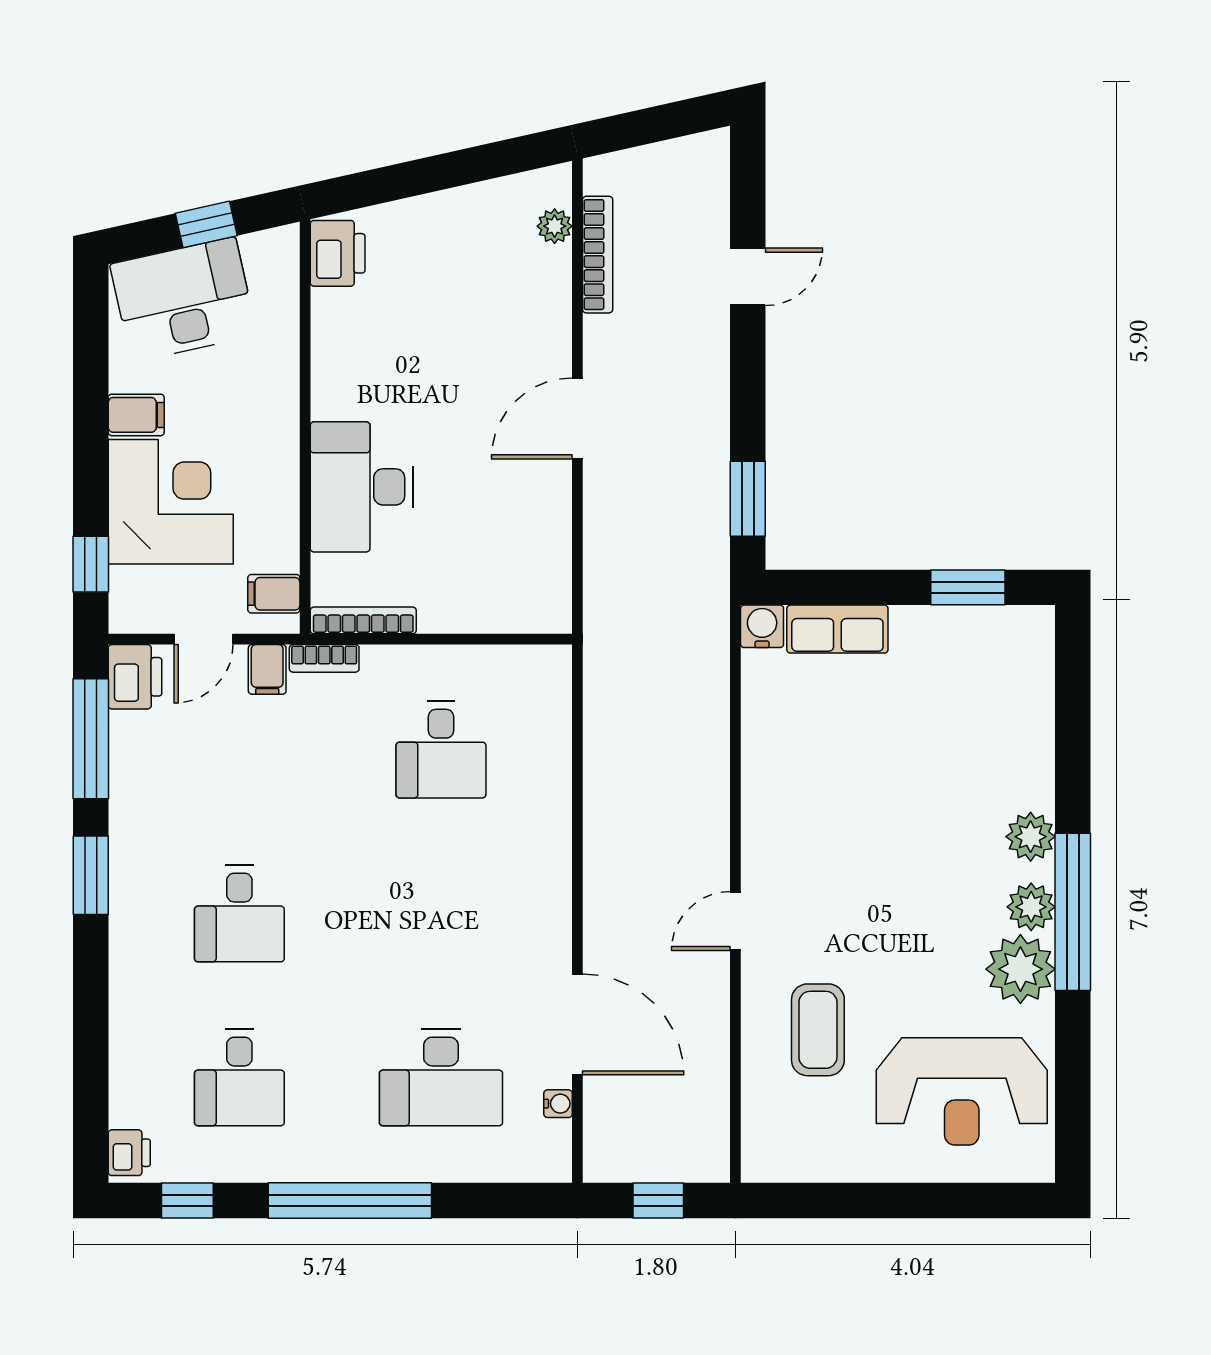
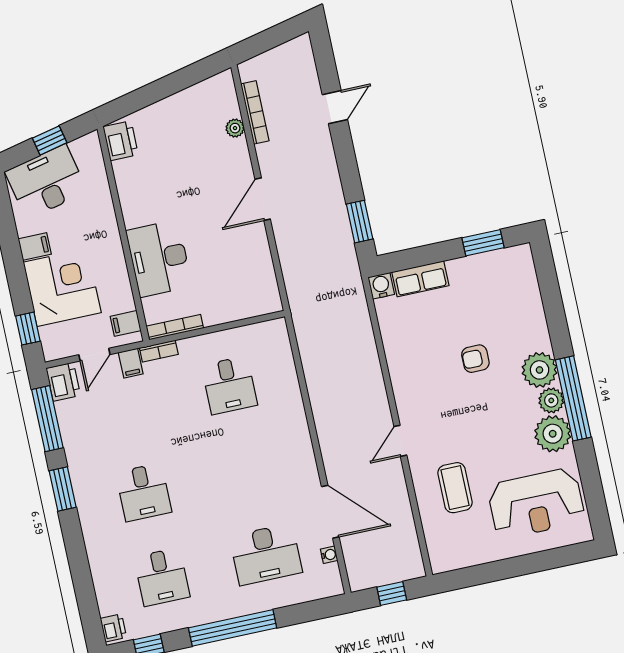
plant: (555, 226) -> (235, 128), moved
armchair: (907, 799) -> (475, 359), added
plant: (1031, 837) -> (540, 370), width x1.36, depth x1.36

